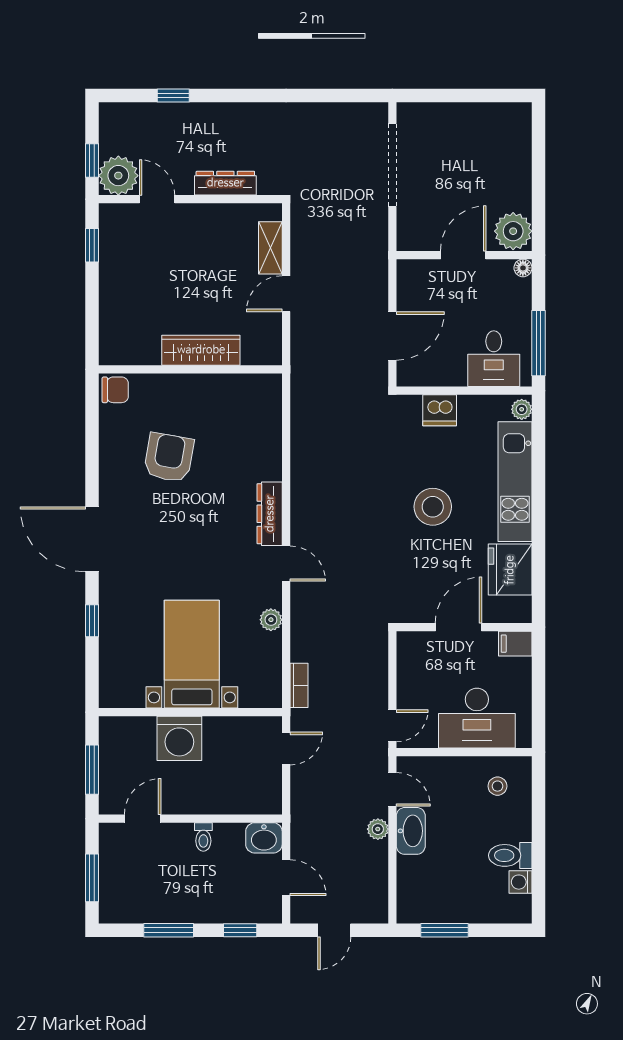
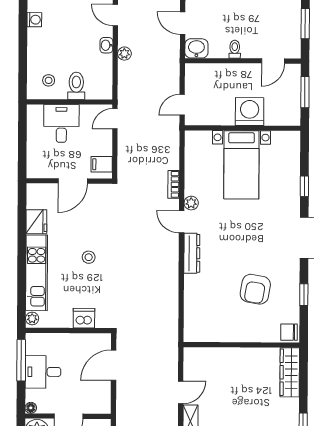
wardrobe: (201, 350) -> (290, 372), moved, turned 90
desk: (494, 359) -> (43, 372), moved, turned -90
window: (92, 449) -> (304, 295), added
stool: (433, 507) -> (89, 257), width x0.53, depth x0.53
fridge: (510, 570) -> (36, 222), width x0.73, depth x0.75
plant: (271, 620) -> (191, 203), moved
filing cabinet: (515, 644) -> (102, 164), moved, turned 180
bookcase: (299, 685) -> (174, 184), moved
desk: (477, 718) -> (61, 123), width x0.73
door: (392, 789) -> (115, 15), moved
washbasin: (411, 831) -> (106, 45), width x0.52, depth x0.69
toilet: (510, 855) -> (76, 86), moved, turned -90

